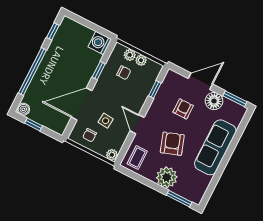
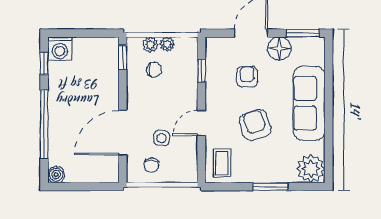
washing machine: (100, 43) -> (60, 49), moved, turned -90
window: (99, 71) -> (123, 57), moved
window: (34, 124) -> (78, 187), removed
door: (137, 124) -> (201, 123), hinge flipped
plant: (112, 155) -> (190, 175), removed
plant: (167, 177) -> (311, 169), moved
window: (179, 199) -> (270, 187), moved

